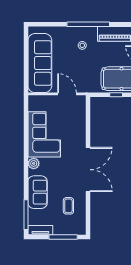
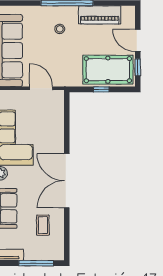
double door: (88, 170) -> (67, 181), swing flipped

